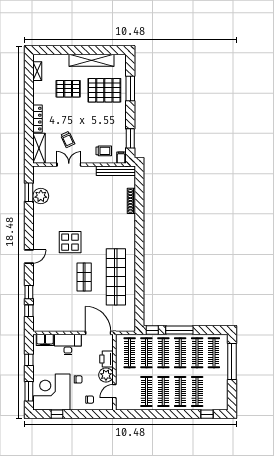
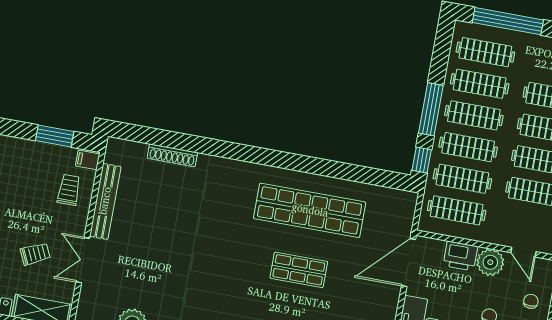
bench: (116, 171) -> (105, 201), moved
display table: (70, 242) -> (229, 284), removed

